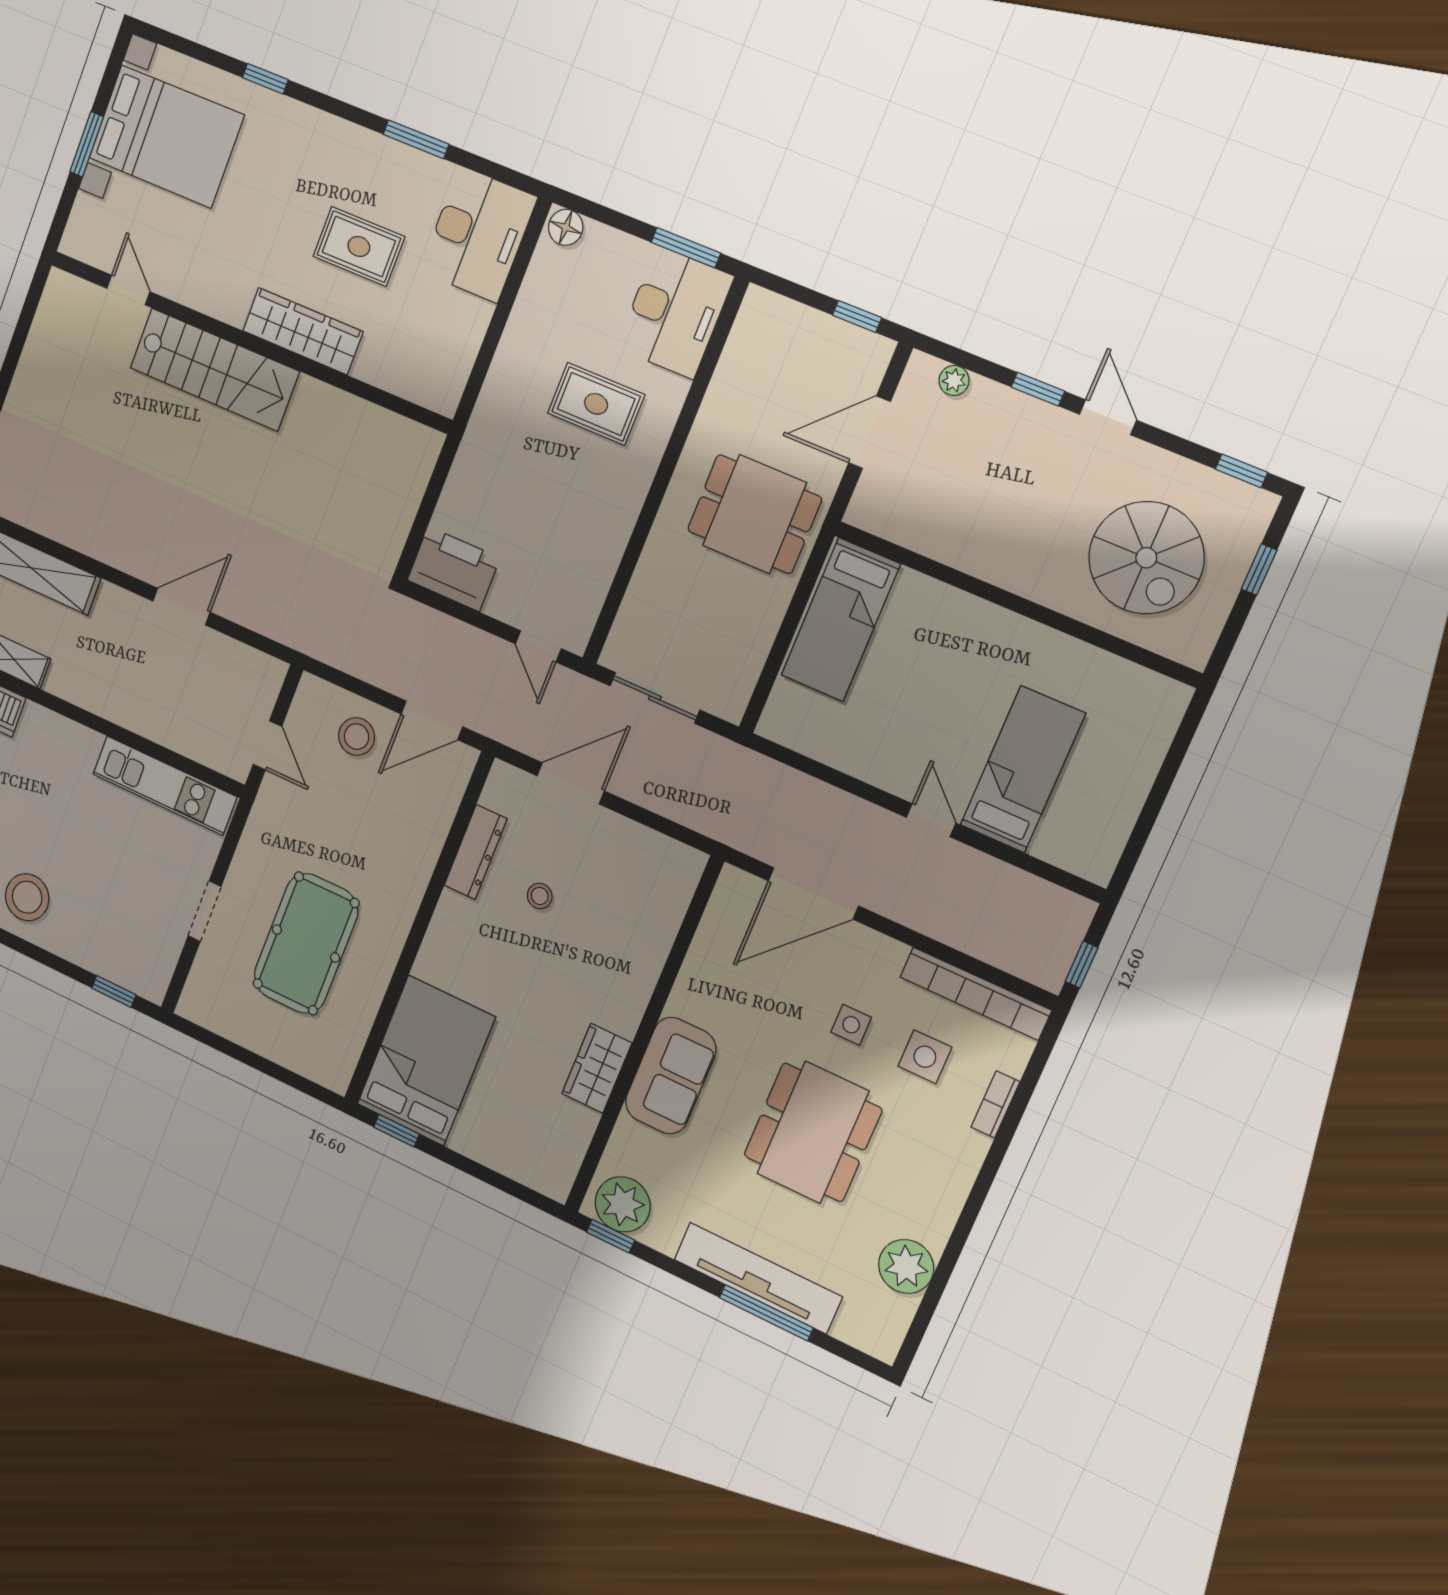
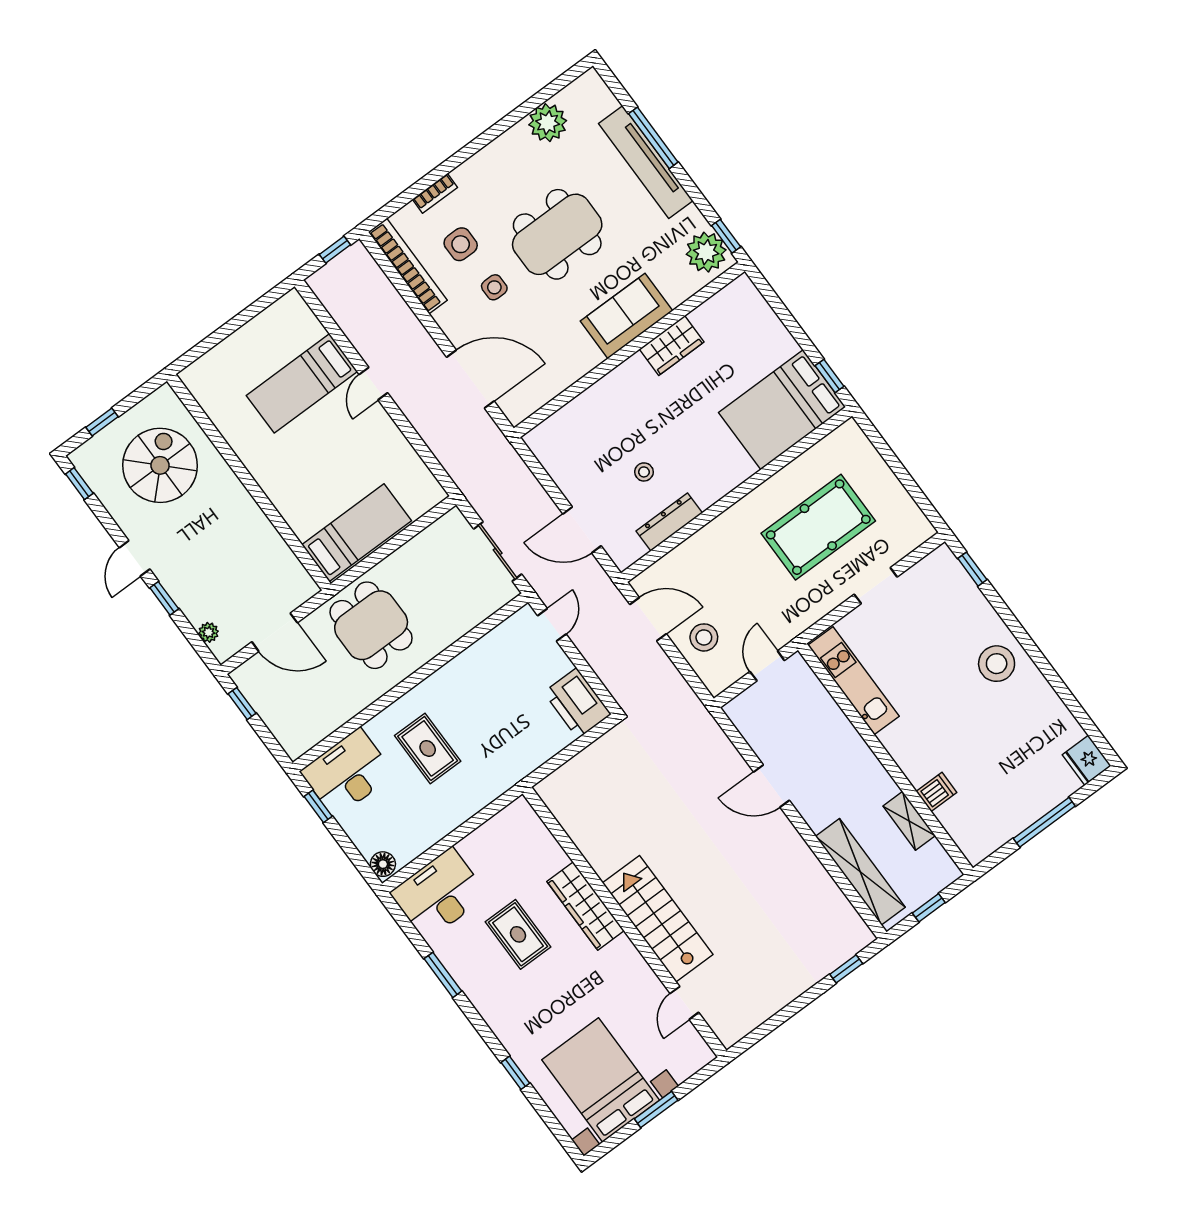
window: (686, 248) -> (318, 806), width x0.67

